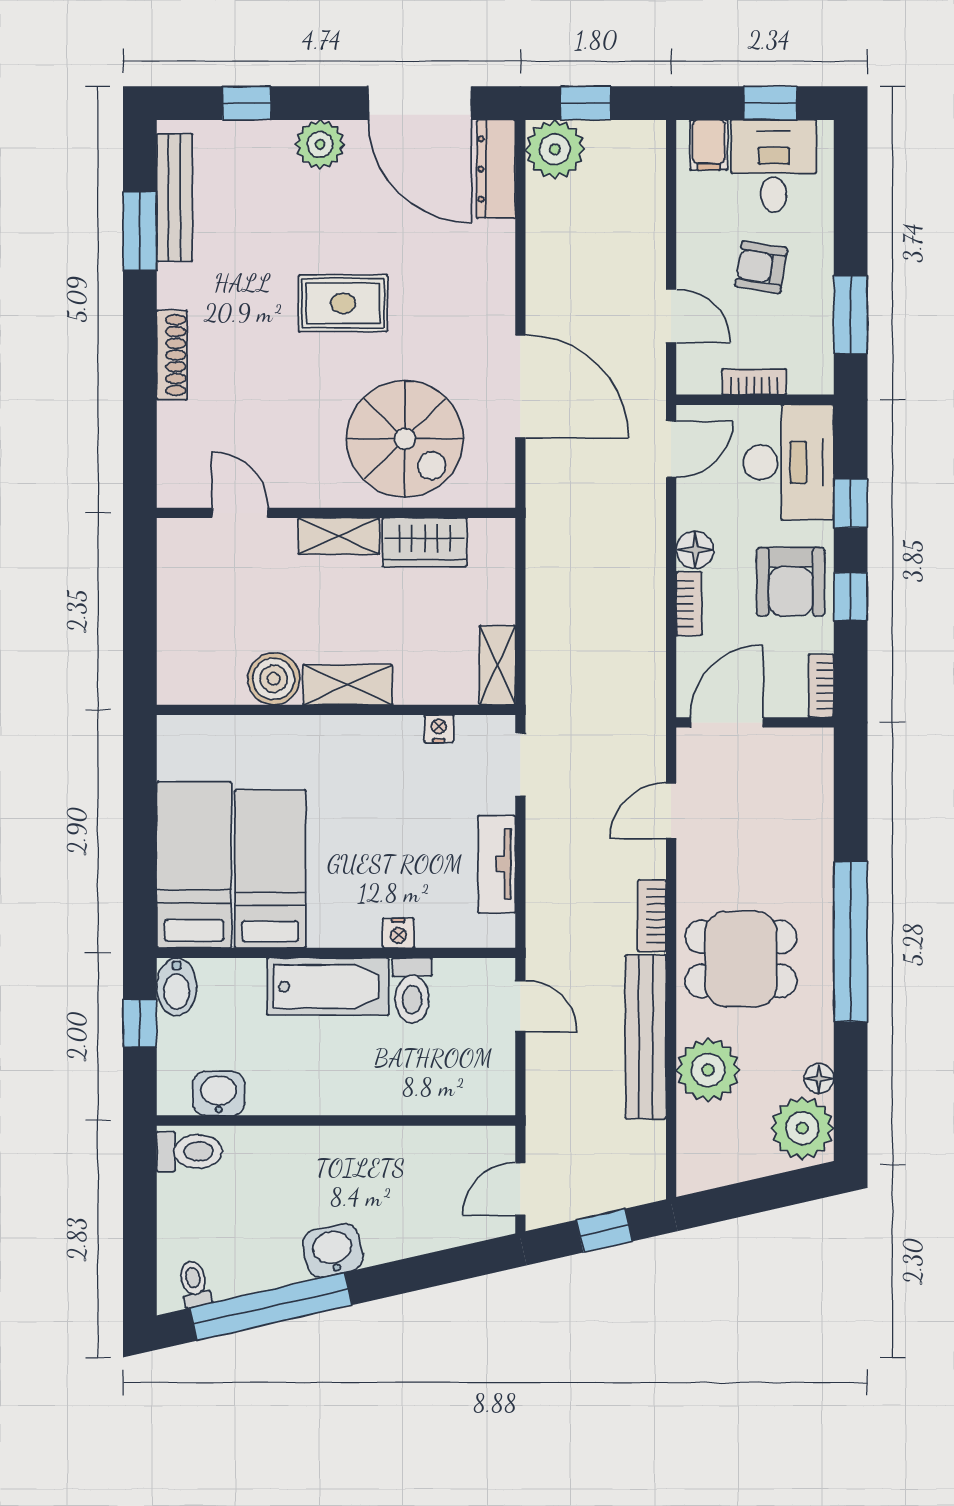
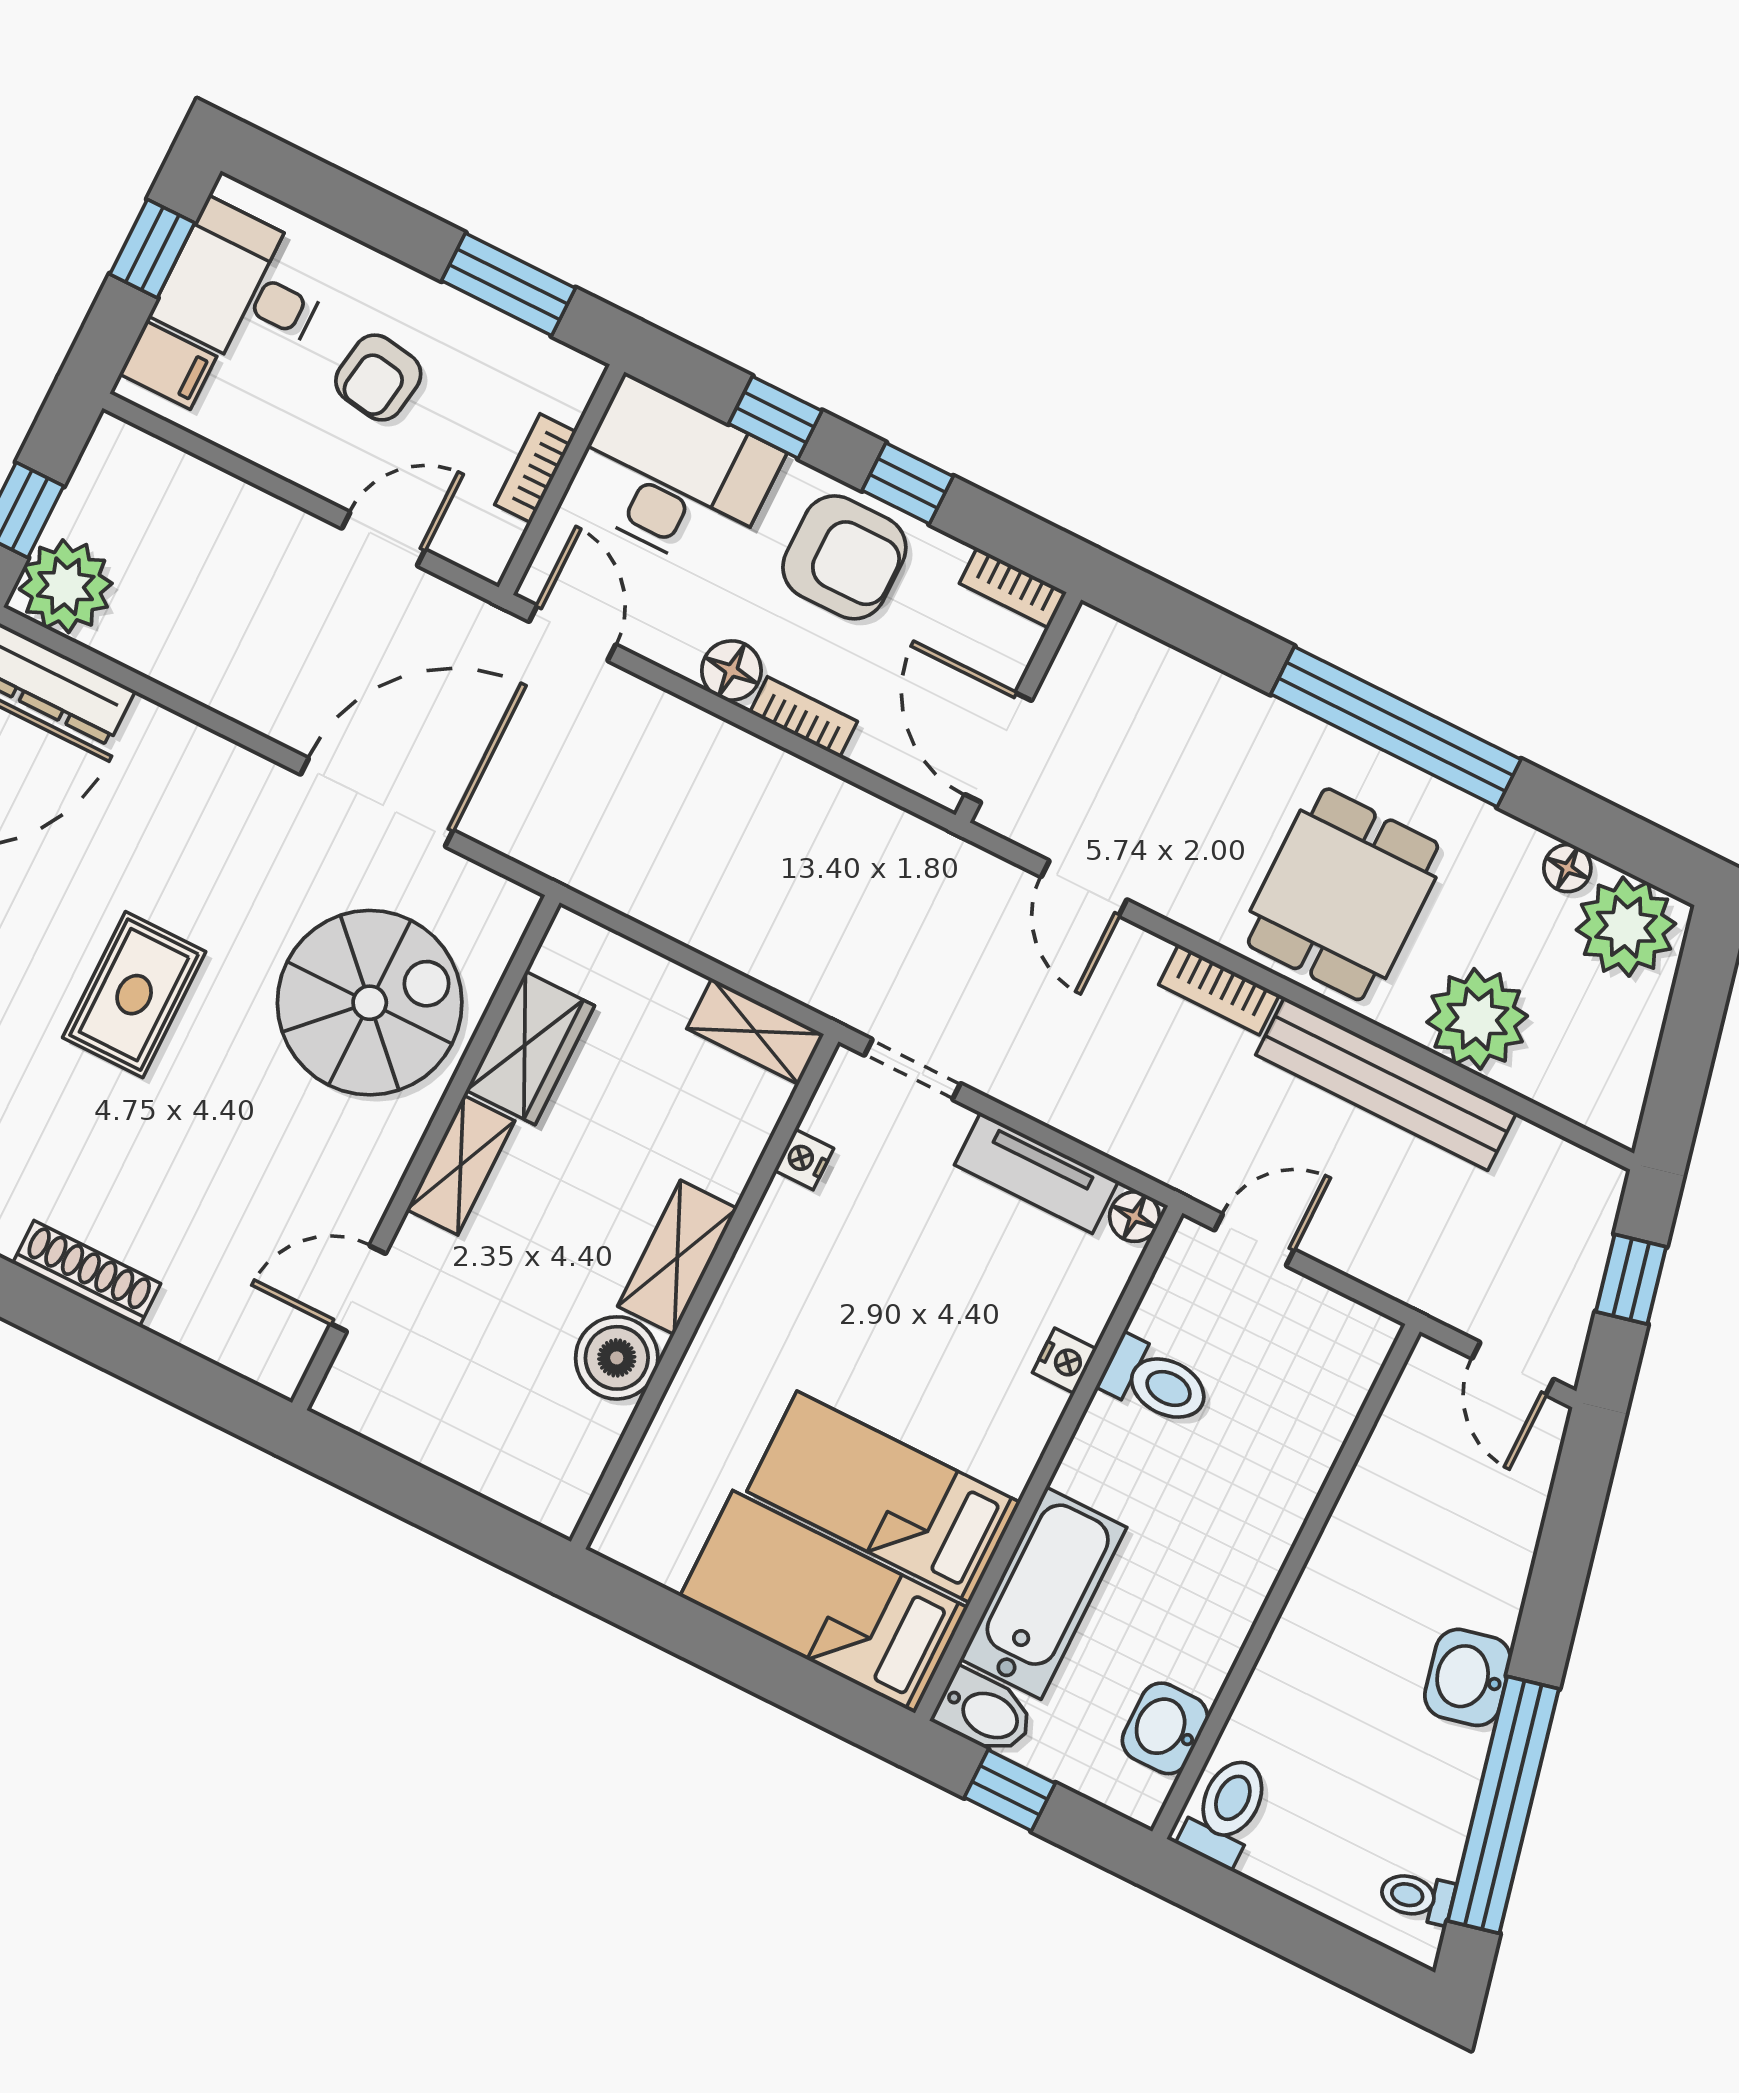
floor lamp: (500, 932) -> (1135, 1217), added
bathtub: (328, 987) -> (1043, 1593), moved

